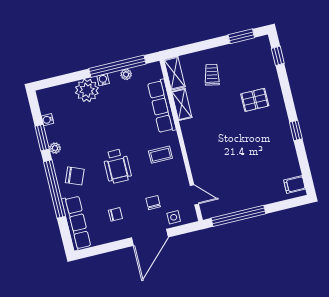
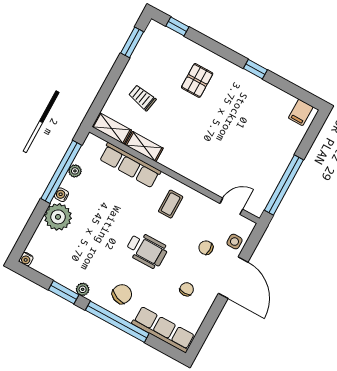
water cooler: (48, 120) -> (26, 259), moved

